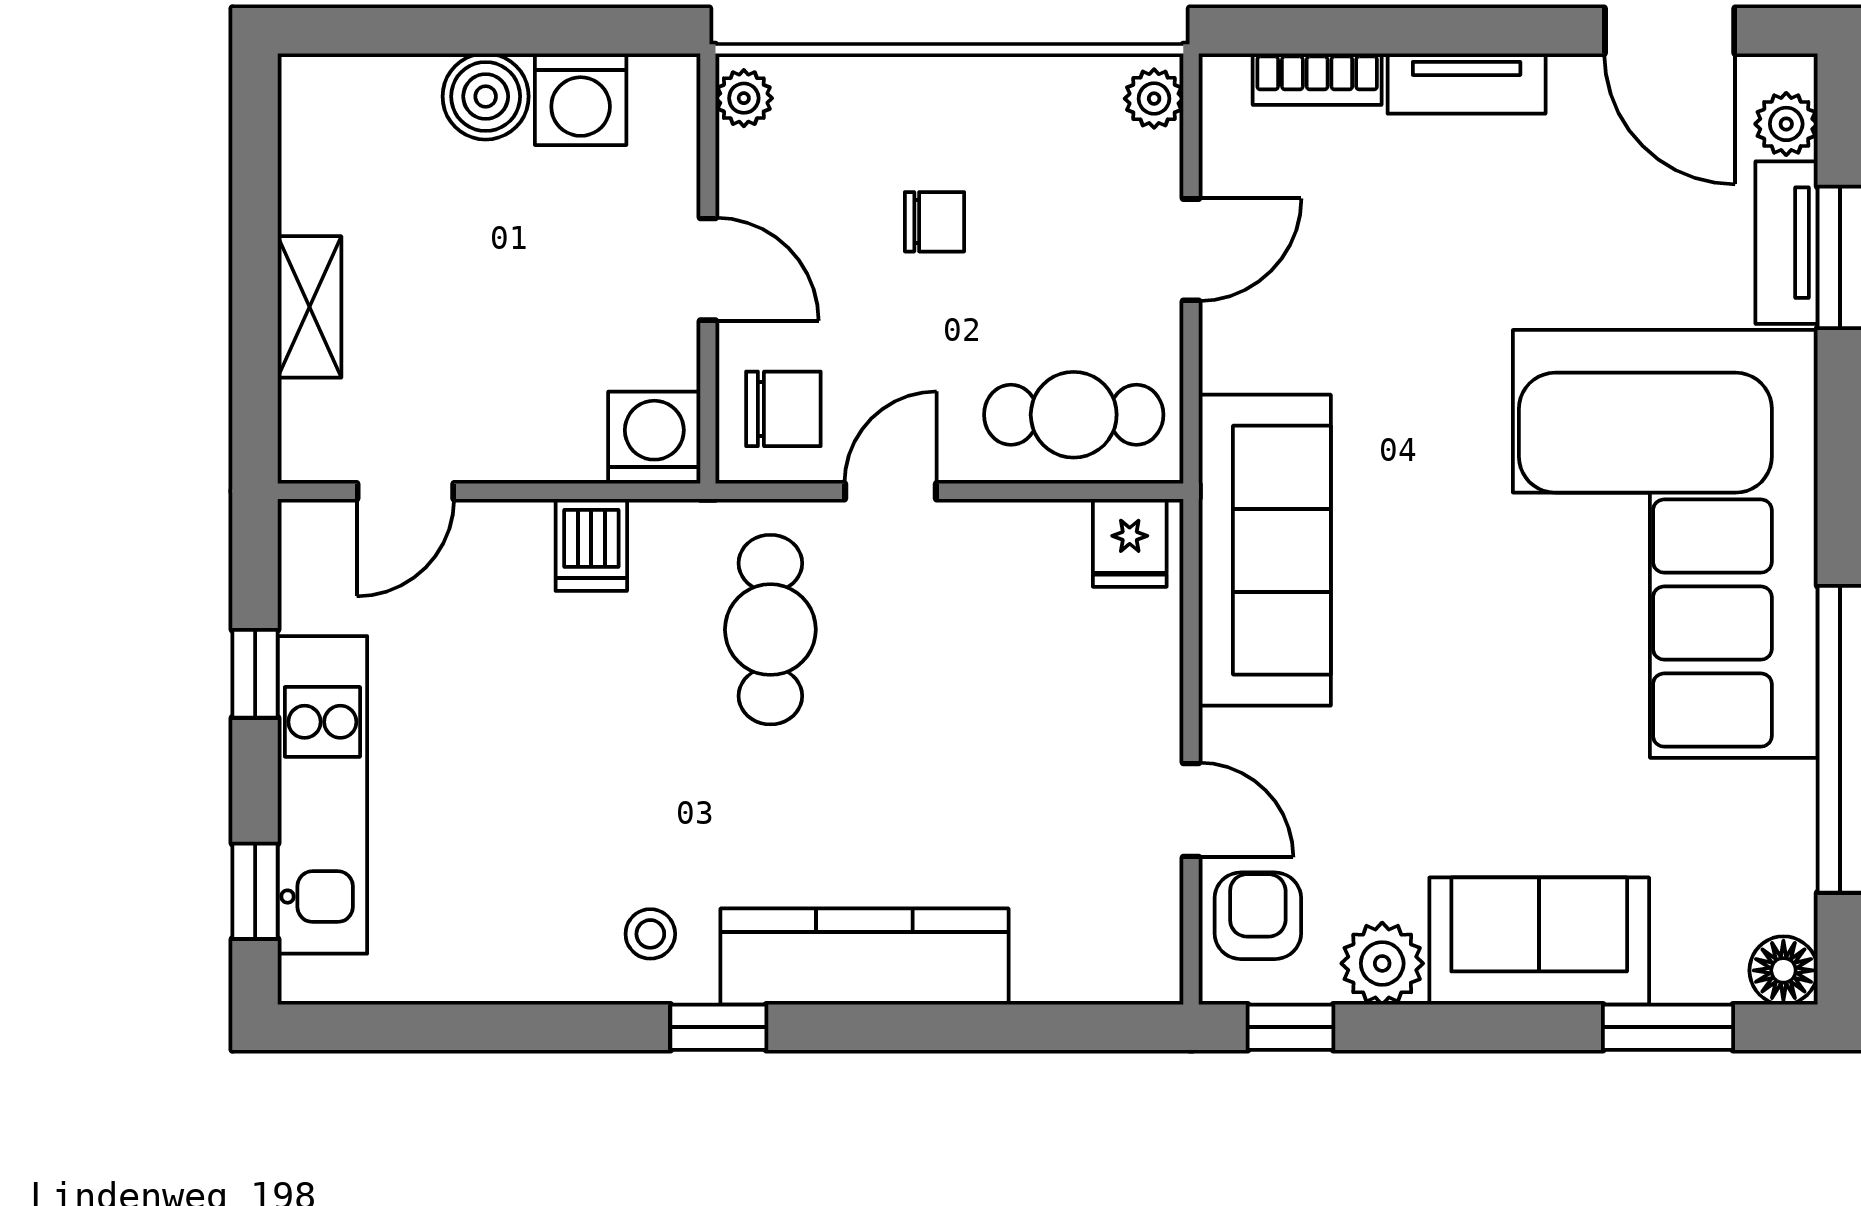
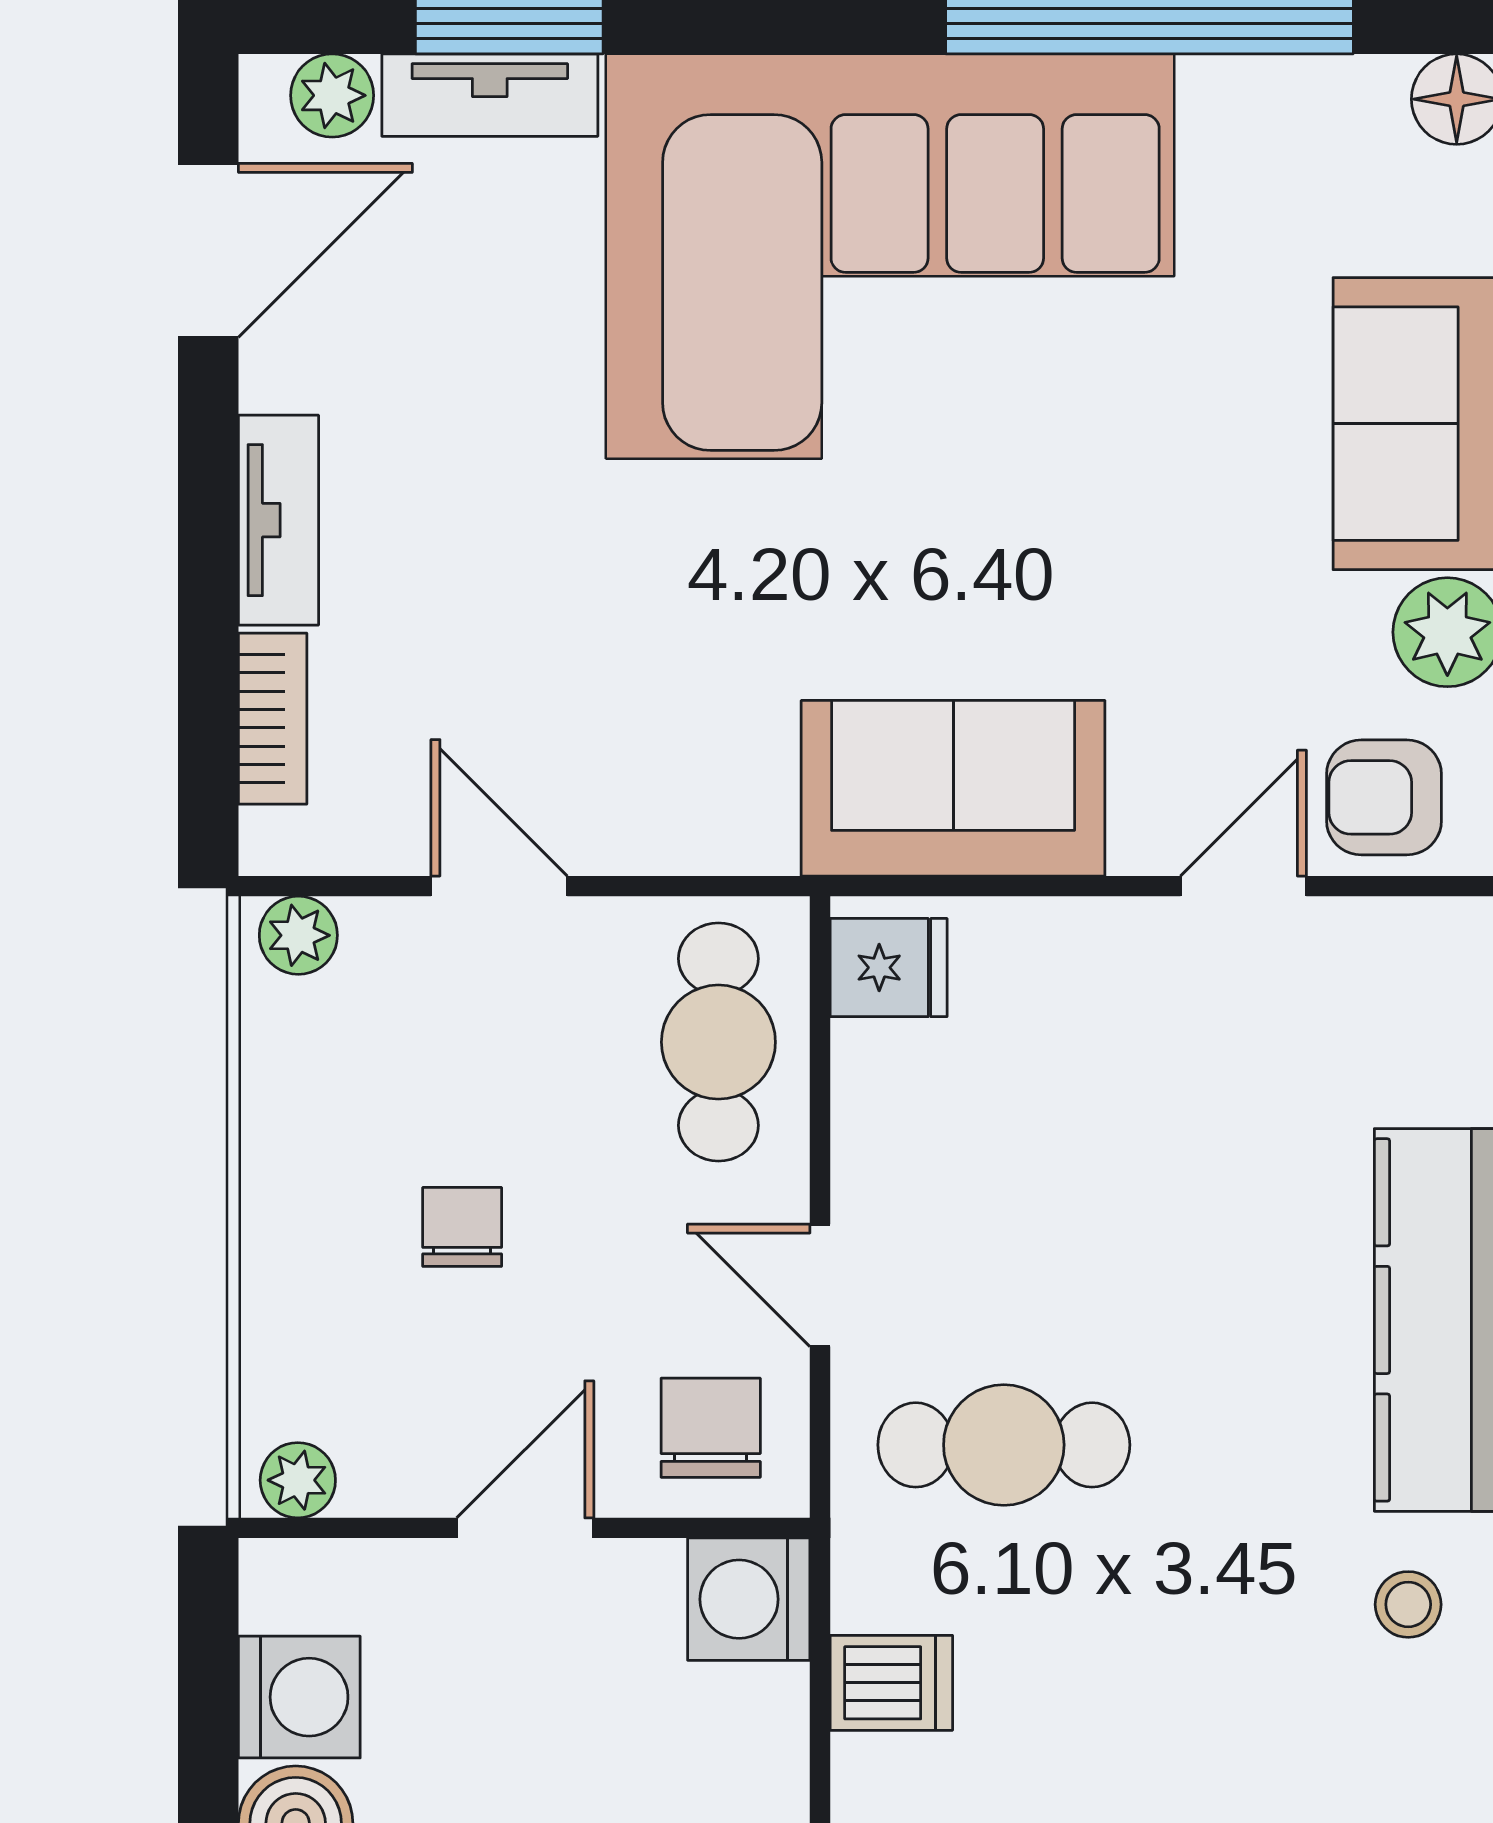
sofa: (1265, 550) -> (953, 788), width x0.73

